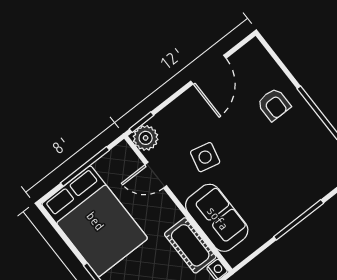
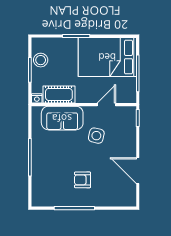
armchair: (274, 105) -> (82, 180), moved
plant: (146, 138) -> (129, 114), removed

